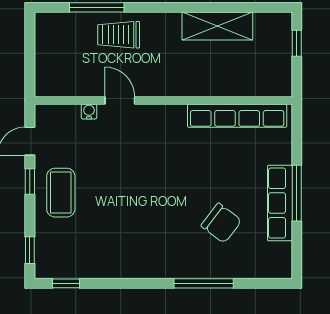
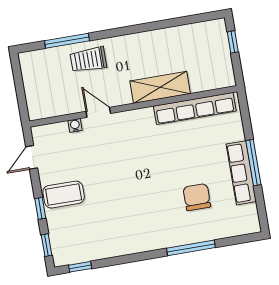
shelving: (217, 26) -> (160, 87), moved
window: (30, 181) -> (40, 208), moved
coffee table: (61, 193) -> (64, 195), turned 90
chair: (221, 223) -> (197, 197), turned -127

